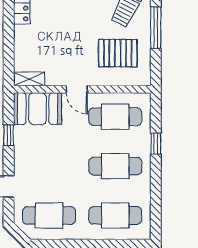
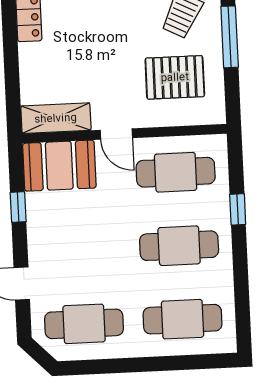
shelving: (29, 79) -> (56, 118), width x1.50, depth x1.33

